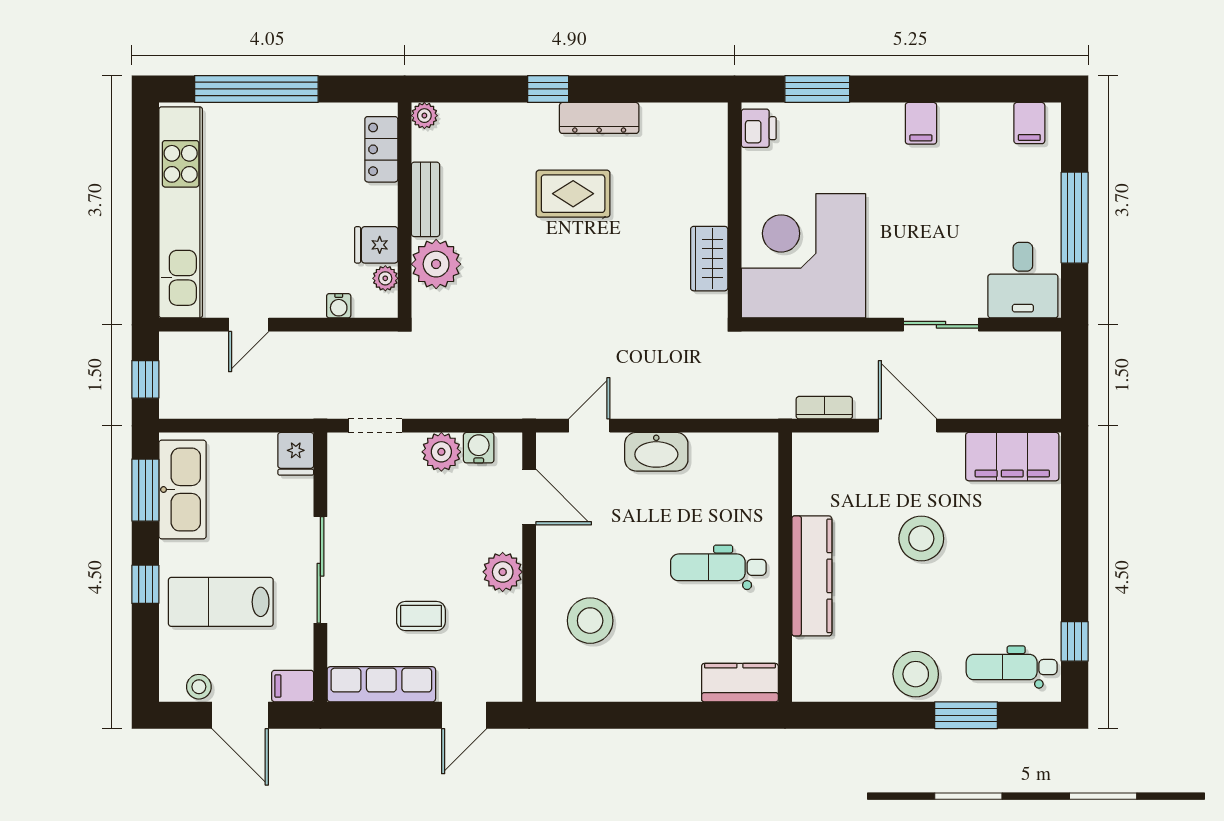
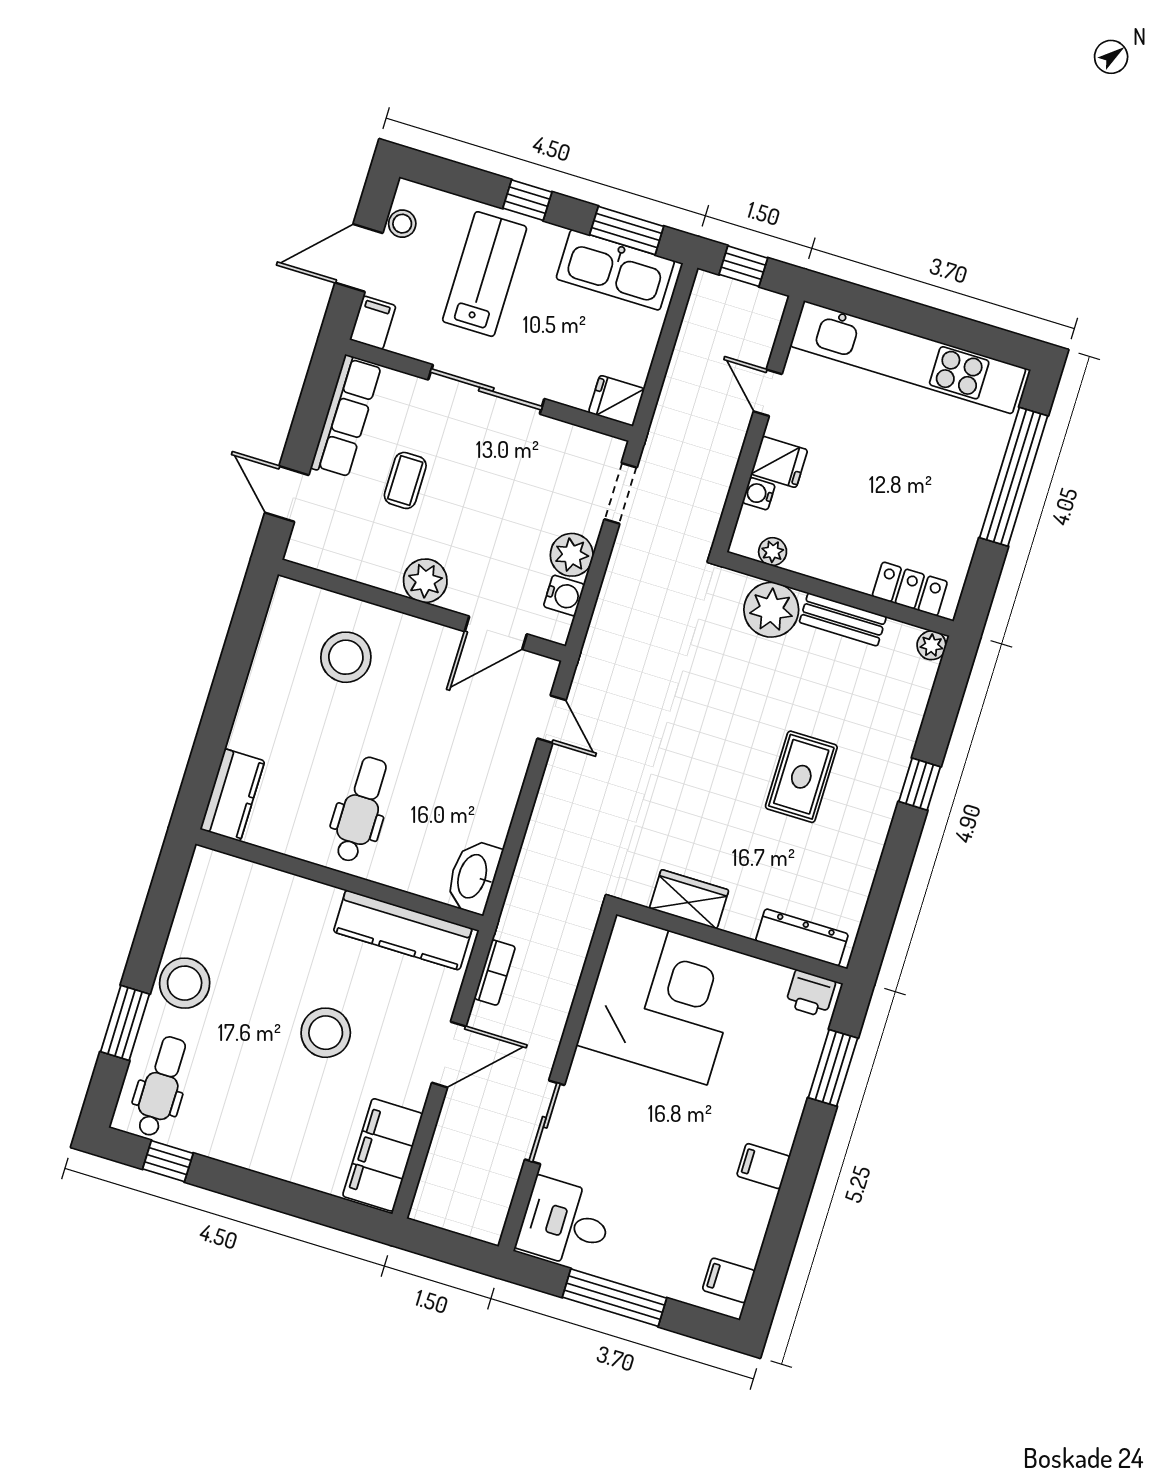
dresser: (599, 118) -> (802, 937), moved, turned 90
fridge: (376, 245) -> (779, 462), moved, turned 90
washbasin: (656, 452) -> (473, 877), moved
kitchen counter: (812, 576) -> (403, 930), moved

